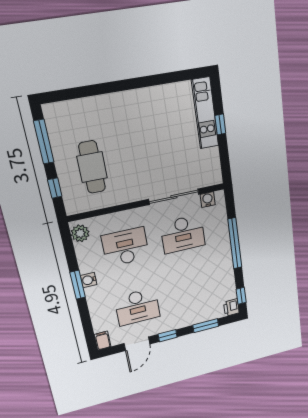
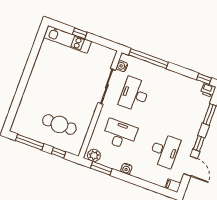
desk: (183, 234) -> (134, 94), turned 180
window: (235, 243) -> (149, 59), moved
desk: (125, 247) -> (120, 134), turned 90
window: (78, 285) -> (101, 168), moved

